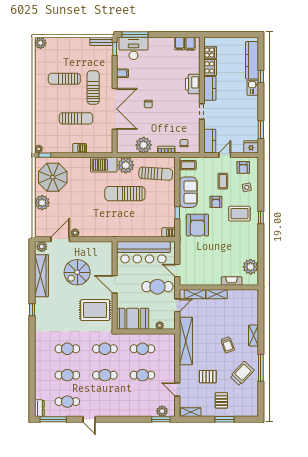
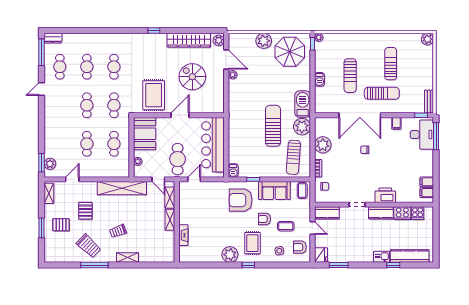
plant: (251, 267) -> (230, 255), moved

